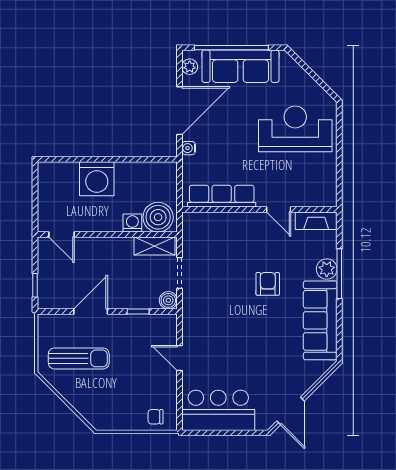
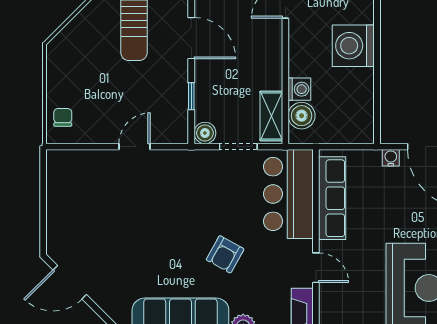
door: (279, 209) -> (316, 268), swing flipped
boiler: (158, 217) -> (302, 116), width x0.73, depth x0.73
armchair: (268, 284) -> (225, 254), turned 119
bar counter: (218, 410) -> (288, 194), moved, turned 180

